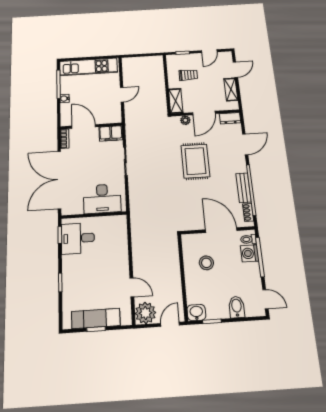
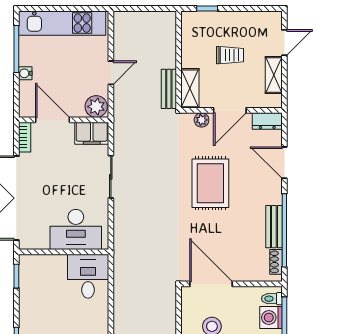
door: (209, 51) -> (248, 9), removed
trolley: (188, 75) -> (230, 55), moved
bench: (162, 102) -> (169, 89), added
plant: (113, 116) -> (96, 107), added
door: (245, 144) -> (284, 163), swing flipped
door: (221, 230) -> (211, 284), moved
desk: (78, 238) -> (88, 276), moved, turned 90

